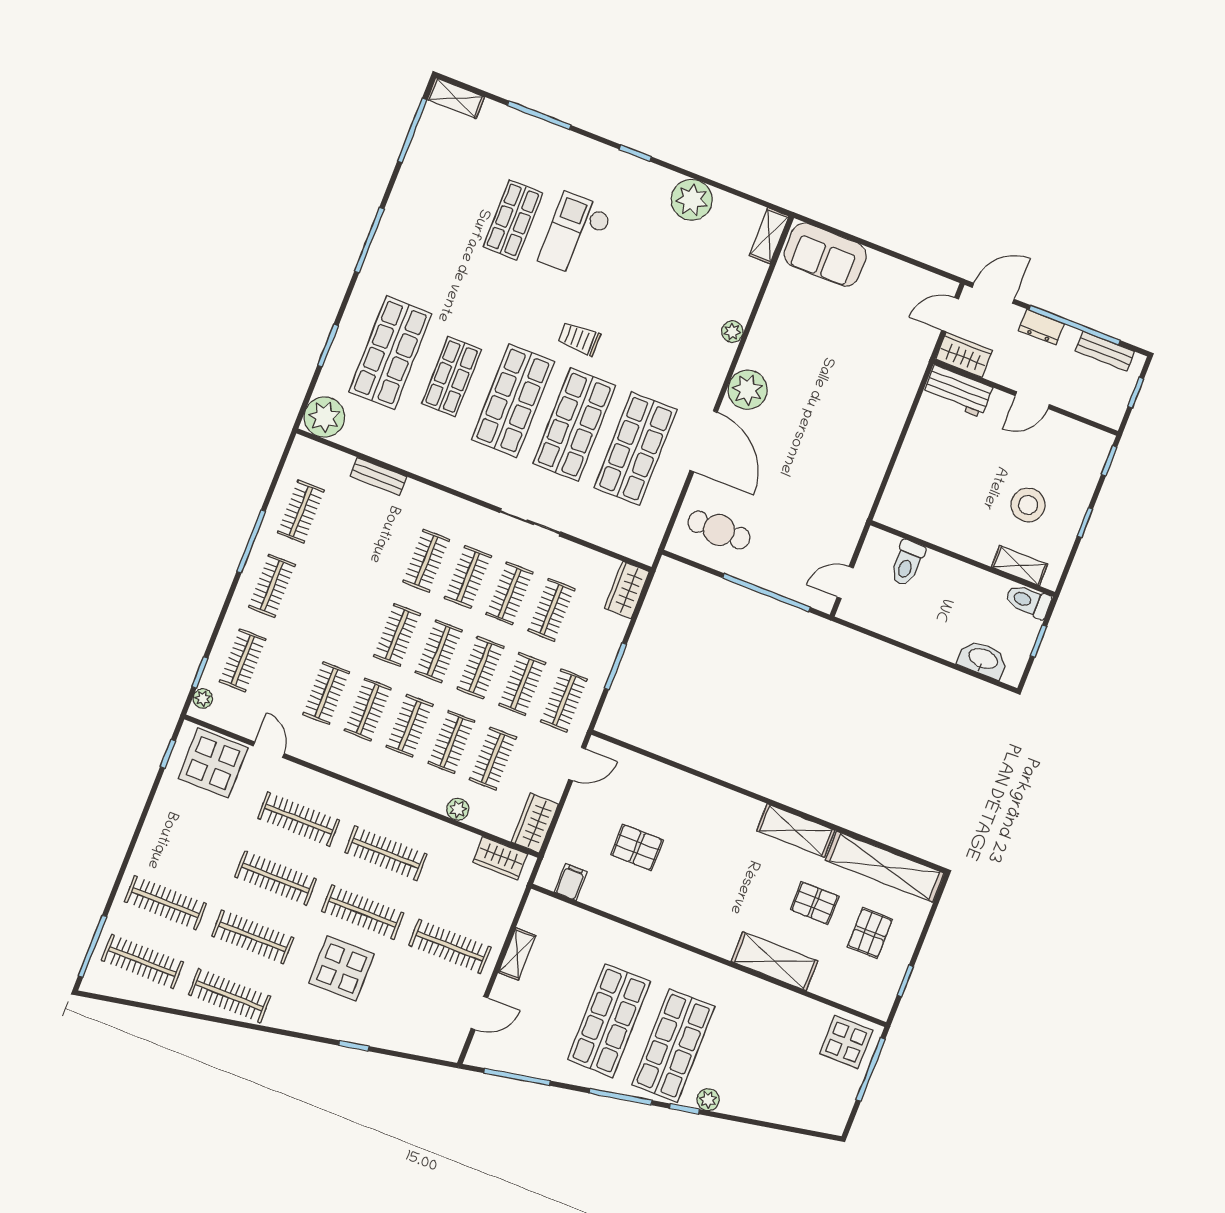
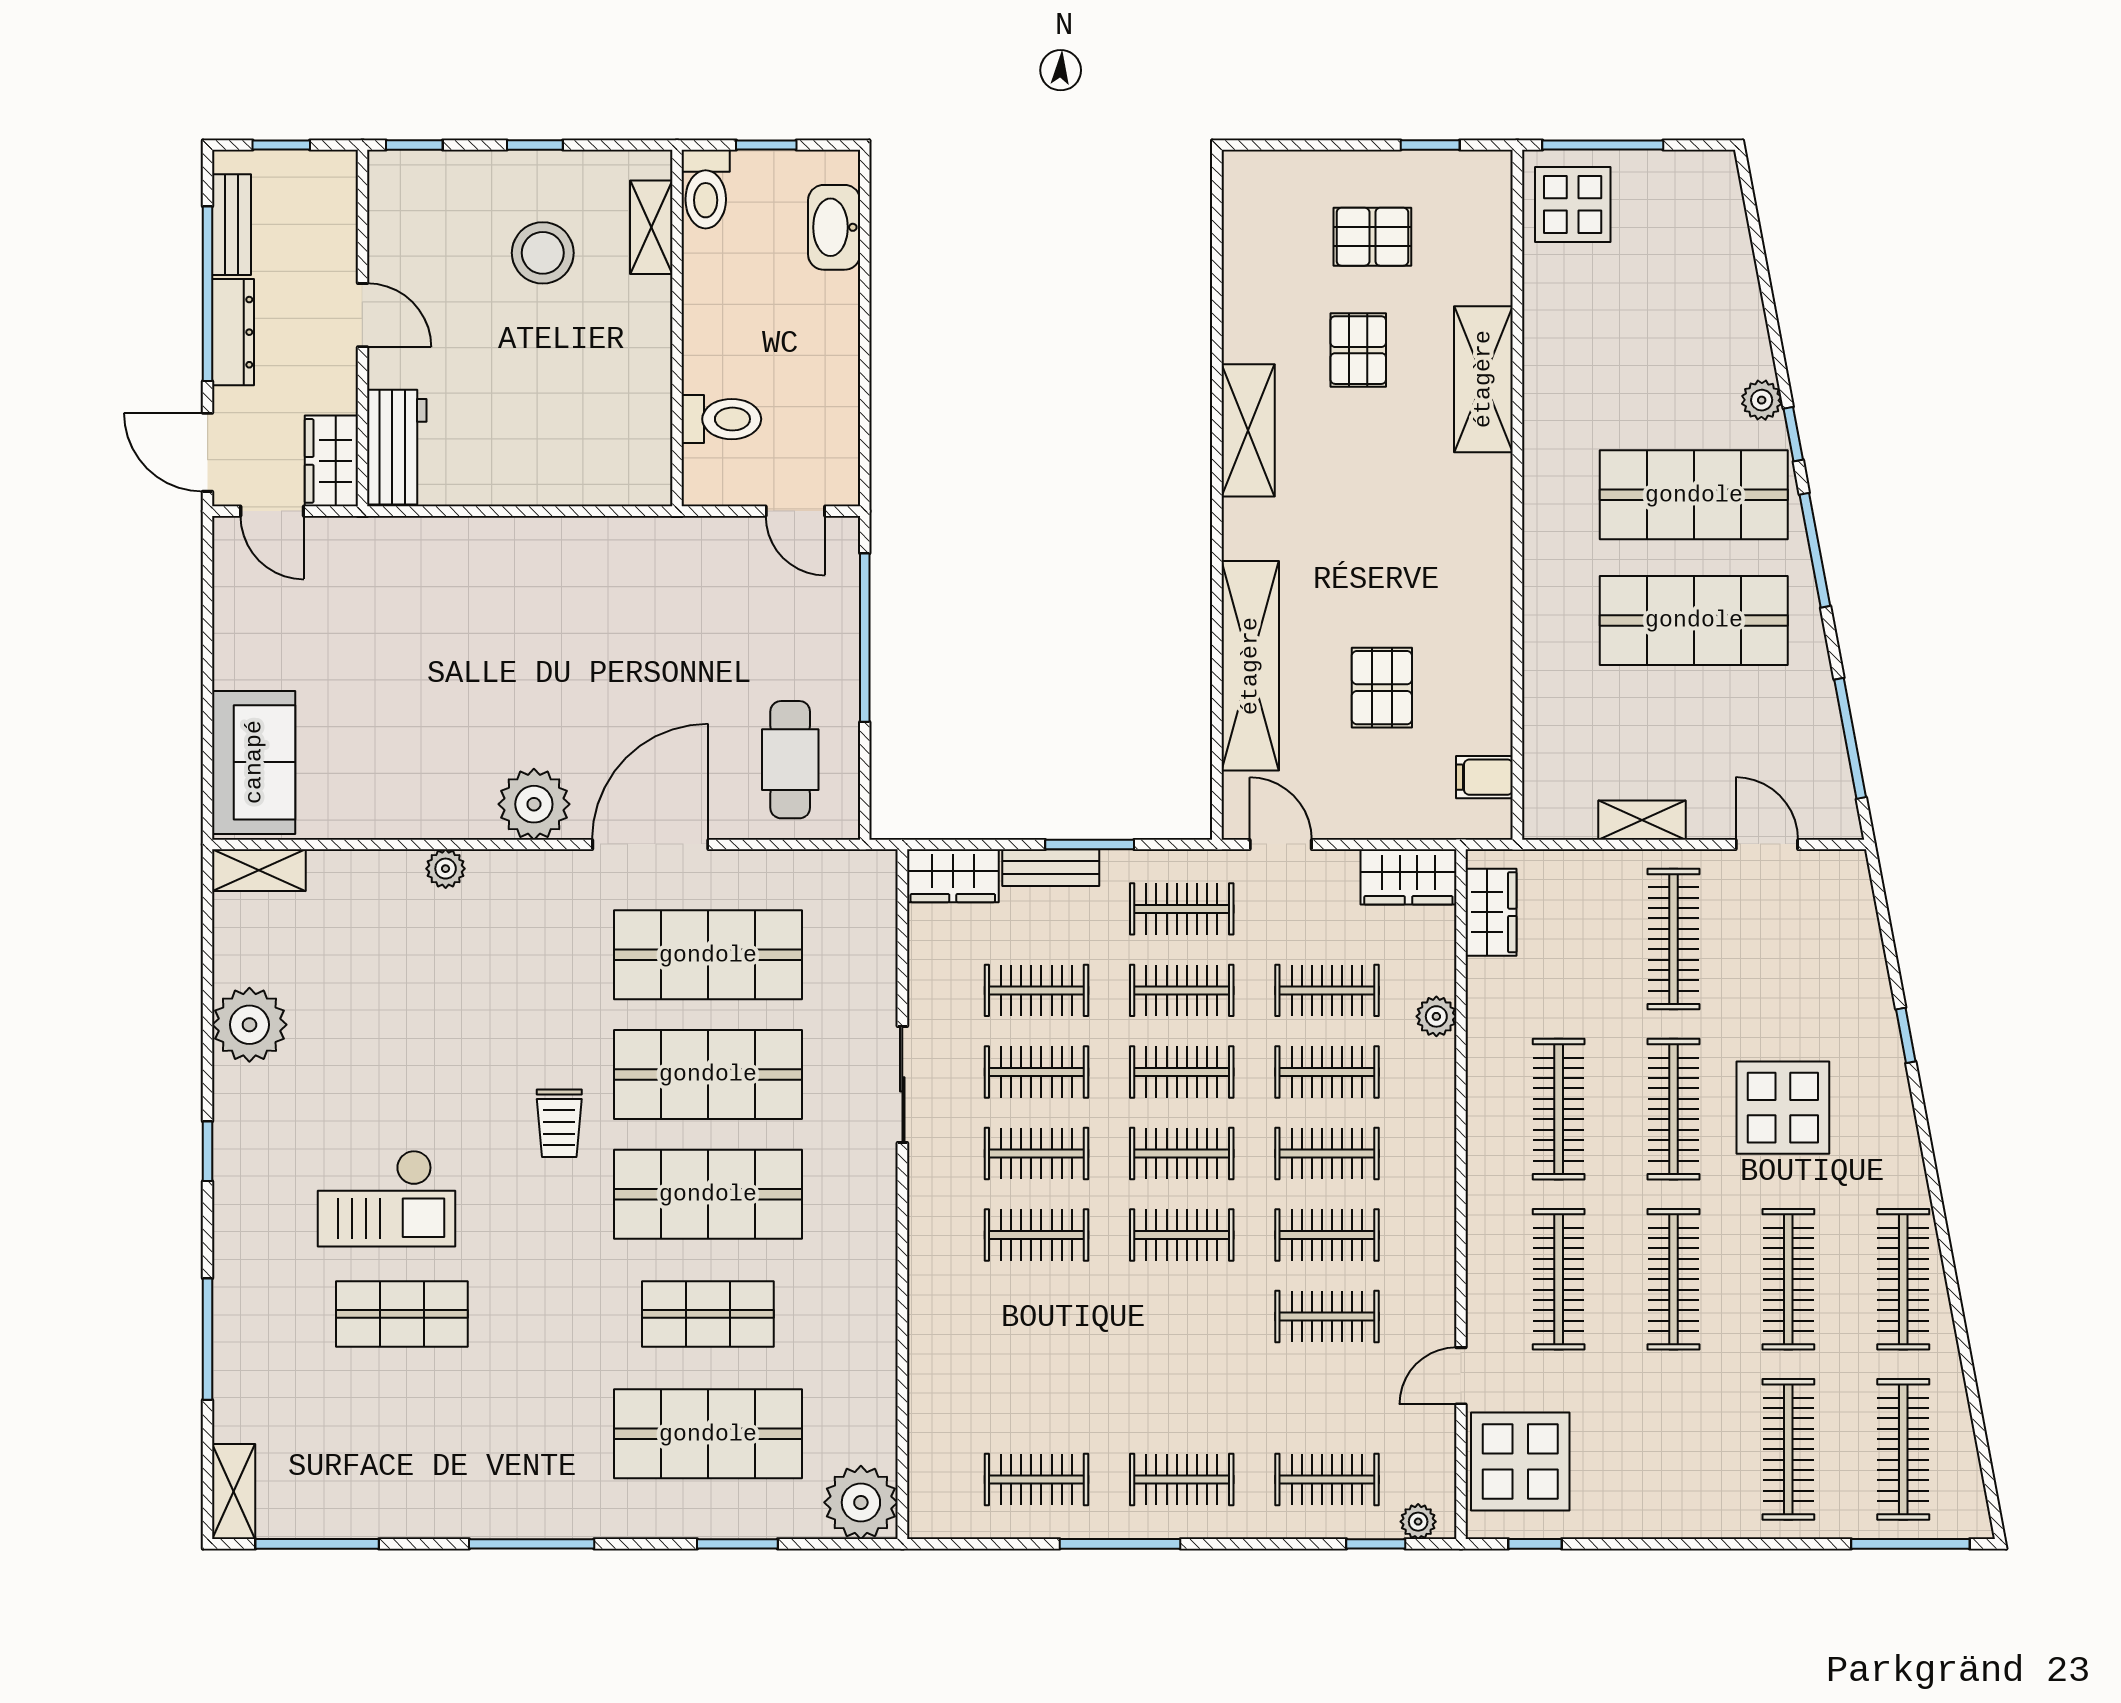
dresser: (1041, 327) -> (233, 332), width x1.44
bench: (378, 476) -> (1051, 868), moved, turned 90
shelving: (885, 867) -> (1250, 666), moved

